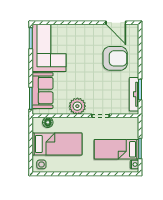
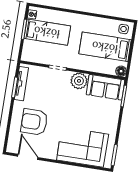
corner sofa: (49, 48) -> (83, 147), moved, turned 90
sofa: (43, 91) -> (105, 87), moved, turned -90
floor lamp: (48, 122) -> (121, 71), moved

